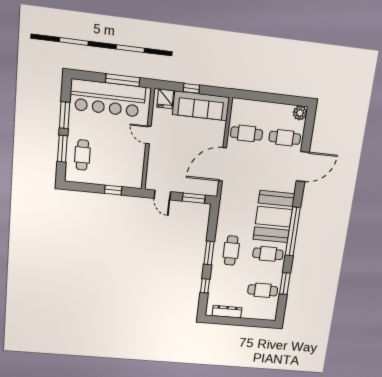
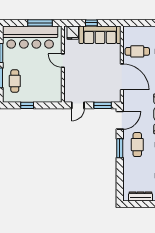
door: (223, 164) -> (122, 77), swing flipped
window: (113, 190) -> (27, 105), moved
door: (162, 195) -> (78, 105), hinge flipped
door: (213, 219) -> (120, 120), added
window: (205, 286) -> (120, 176), removed

